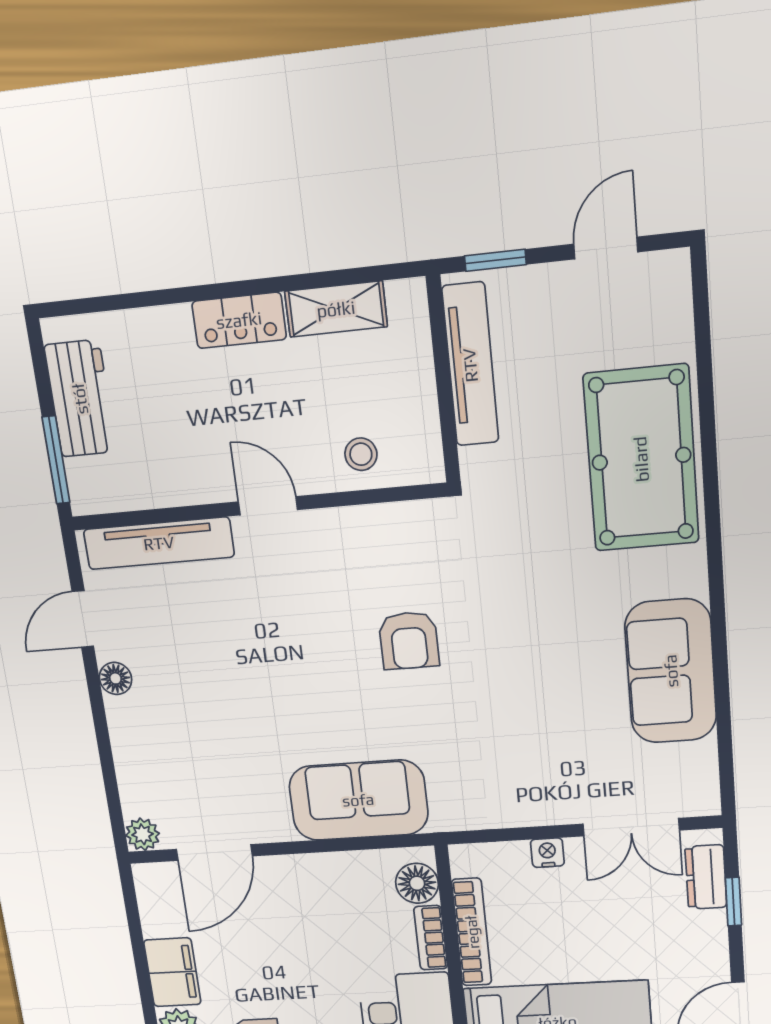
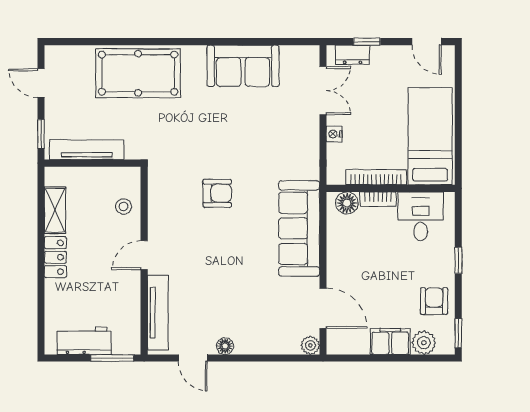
sofa: (358, 800) -> (299, 228), width x1.36

